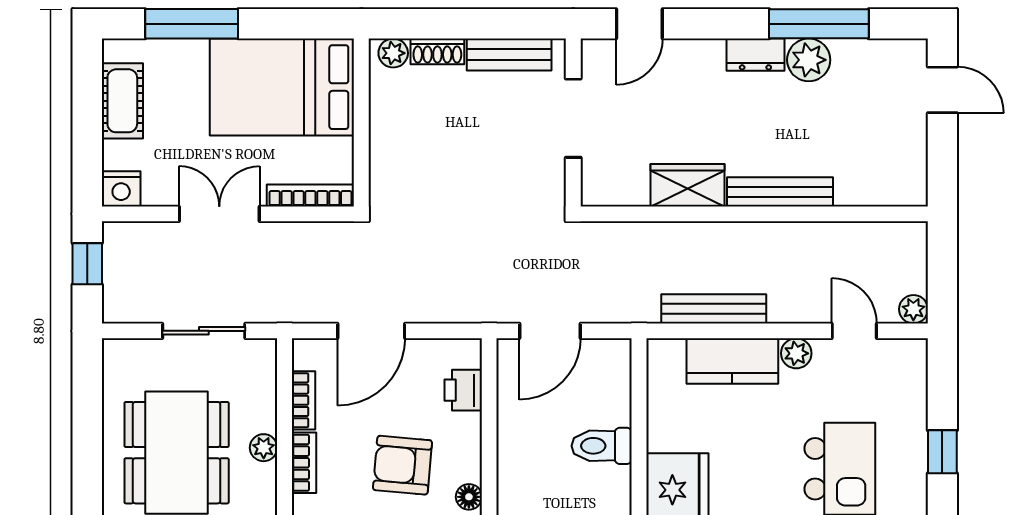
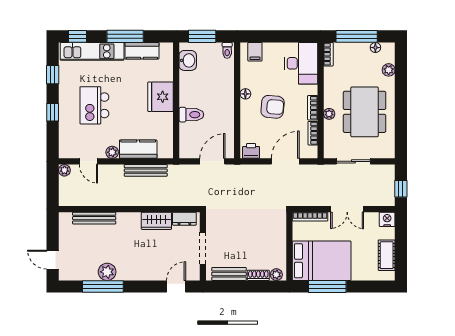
window: (192, 24) -> (327, 287), moved
dresser: (755, 55) -> (184, 219), moved, turned 180
bench: (780, 192) -> (94, 218), moved
printer: (463, 390) -> (251, 151), moved, turned -90

